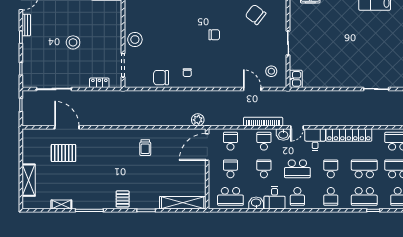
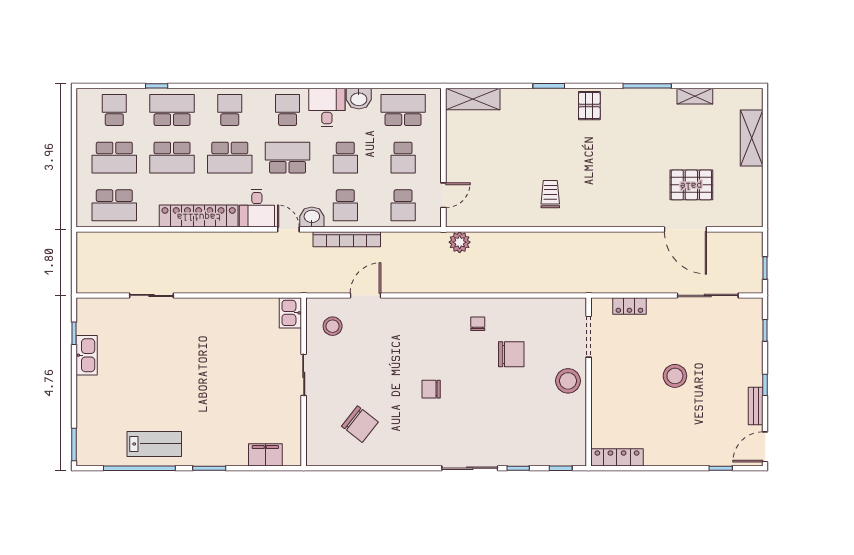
chair: (161, 78) -> (511, 354), moved
door: (252, 89) -> (366, 295), swing flipped
door: (297, 127) -> (288, 229), hinge flipped
door: (207, 147) -> (443, 195), width x0.53
school desk: (331, 169) -> (230, 158), width x1.85
shelving: (183, 203) -> (473, 99), width x0.68

